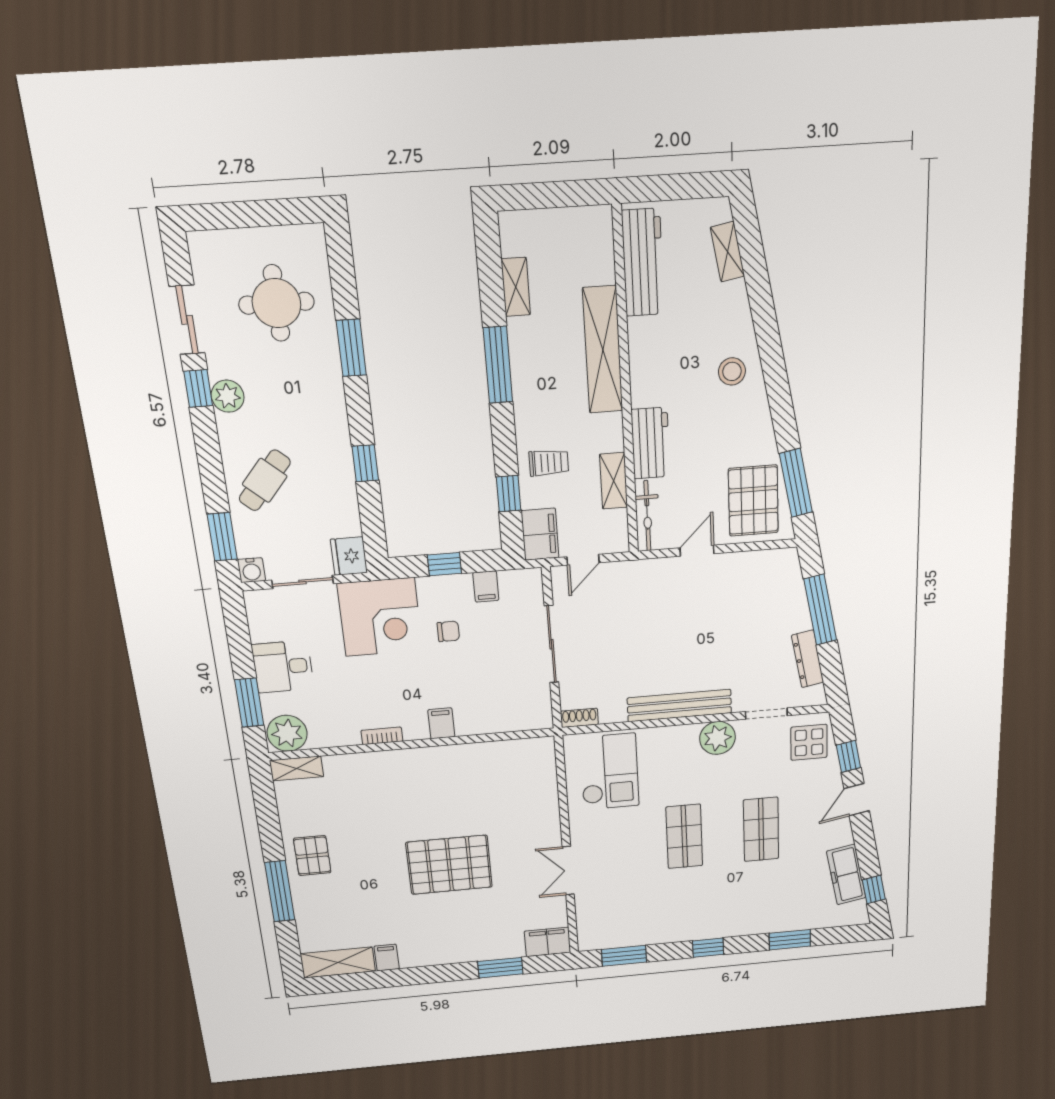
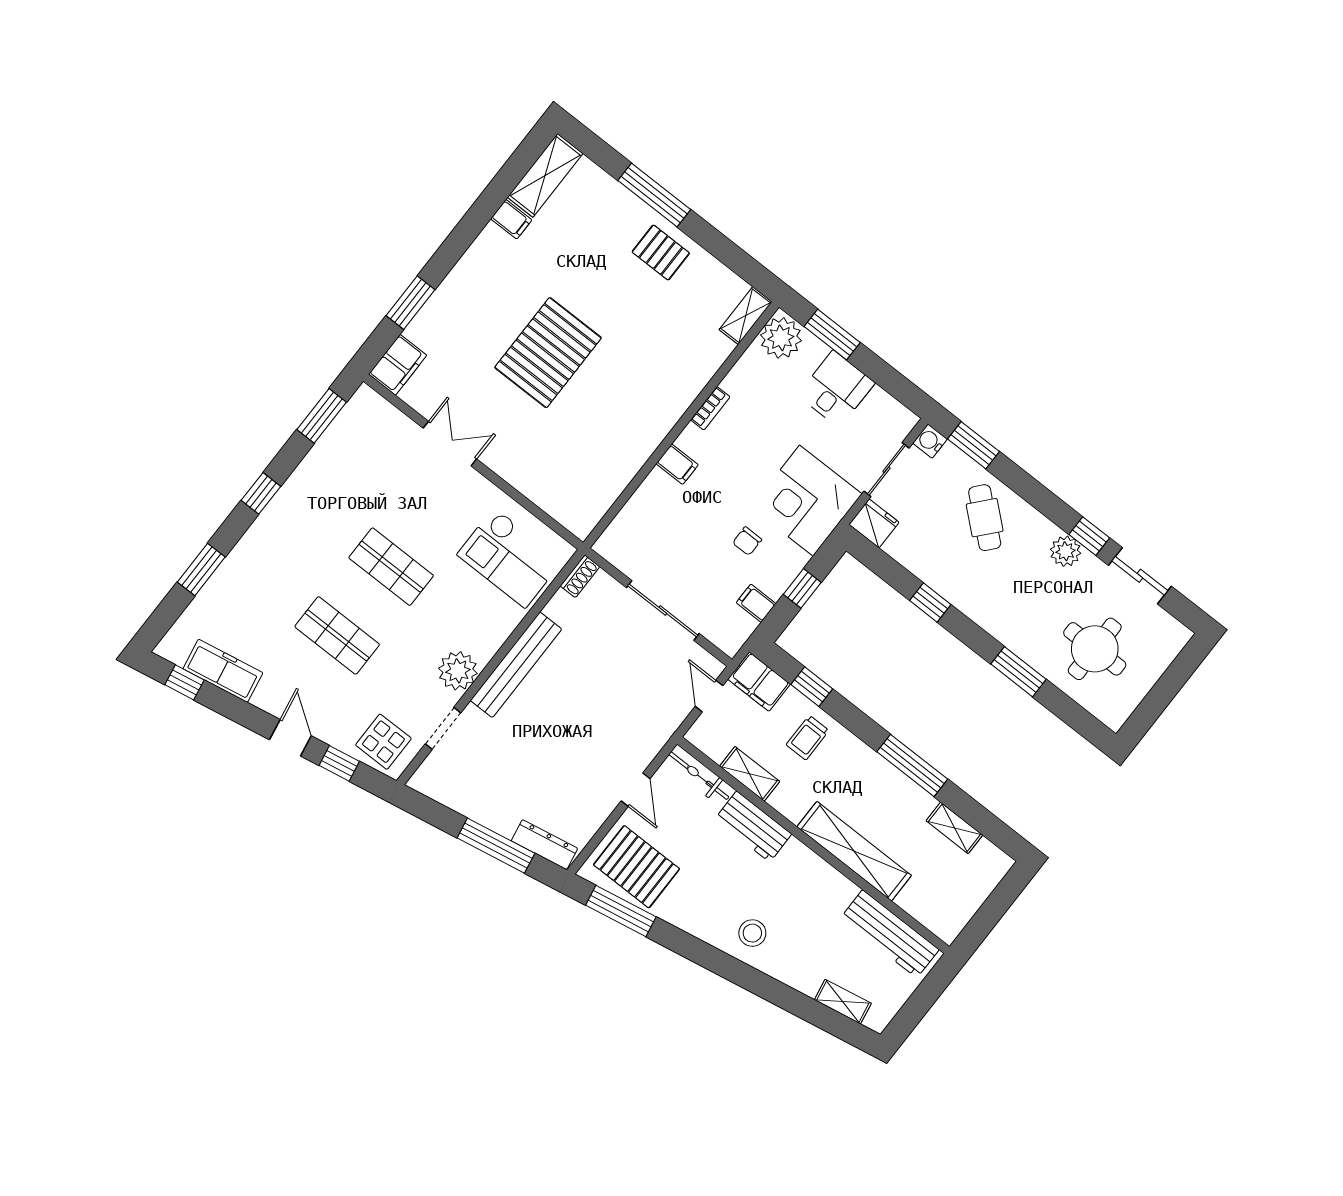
dresser: (808, 659) -> (544, 845), moved

